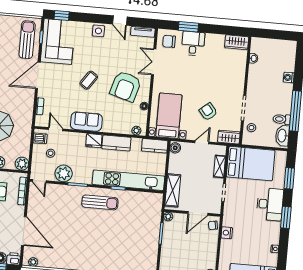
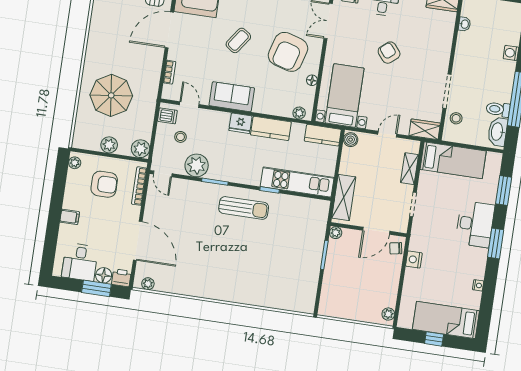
armchair: (208, 112) -> (389, 53), moved
bed: (251, 164) -> (453, 160), width x0.67
kitchen unit: (128, 180) -> (297, 182), width x0.73

